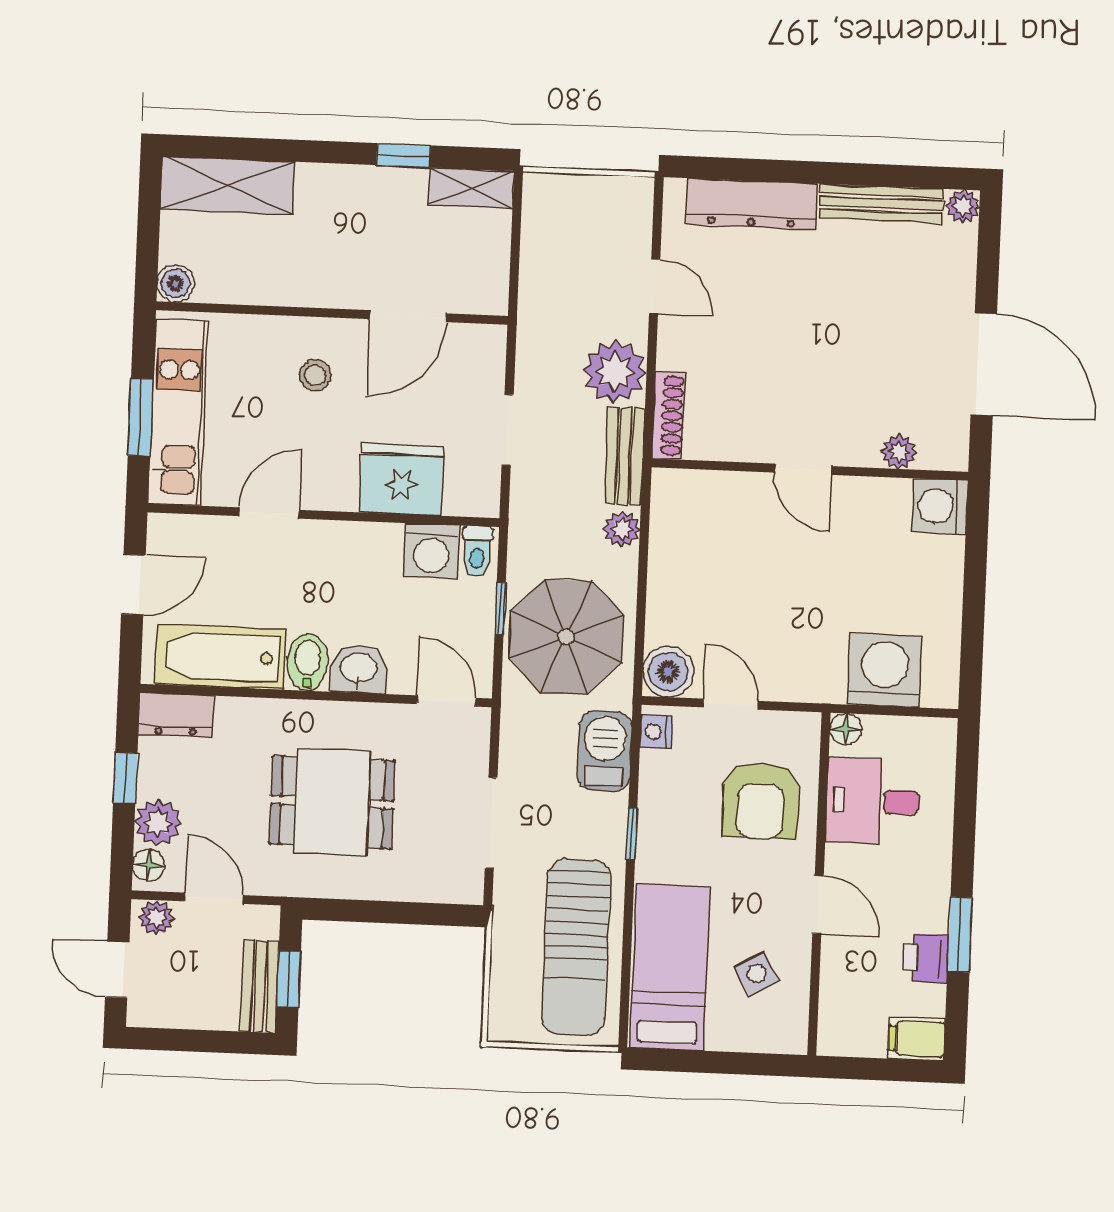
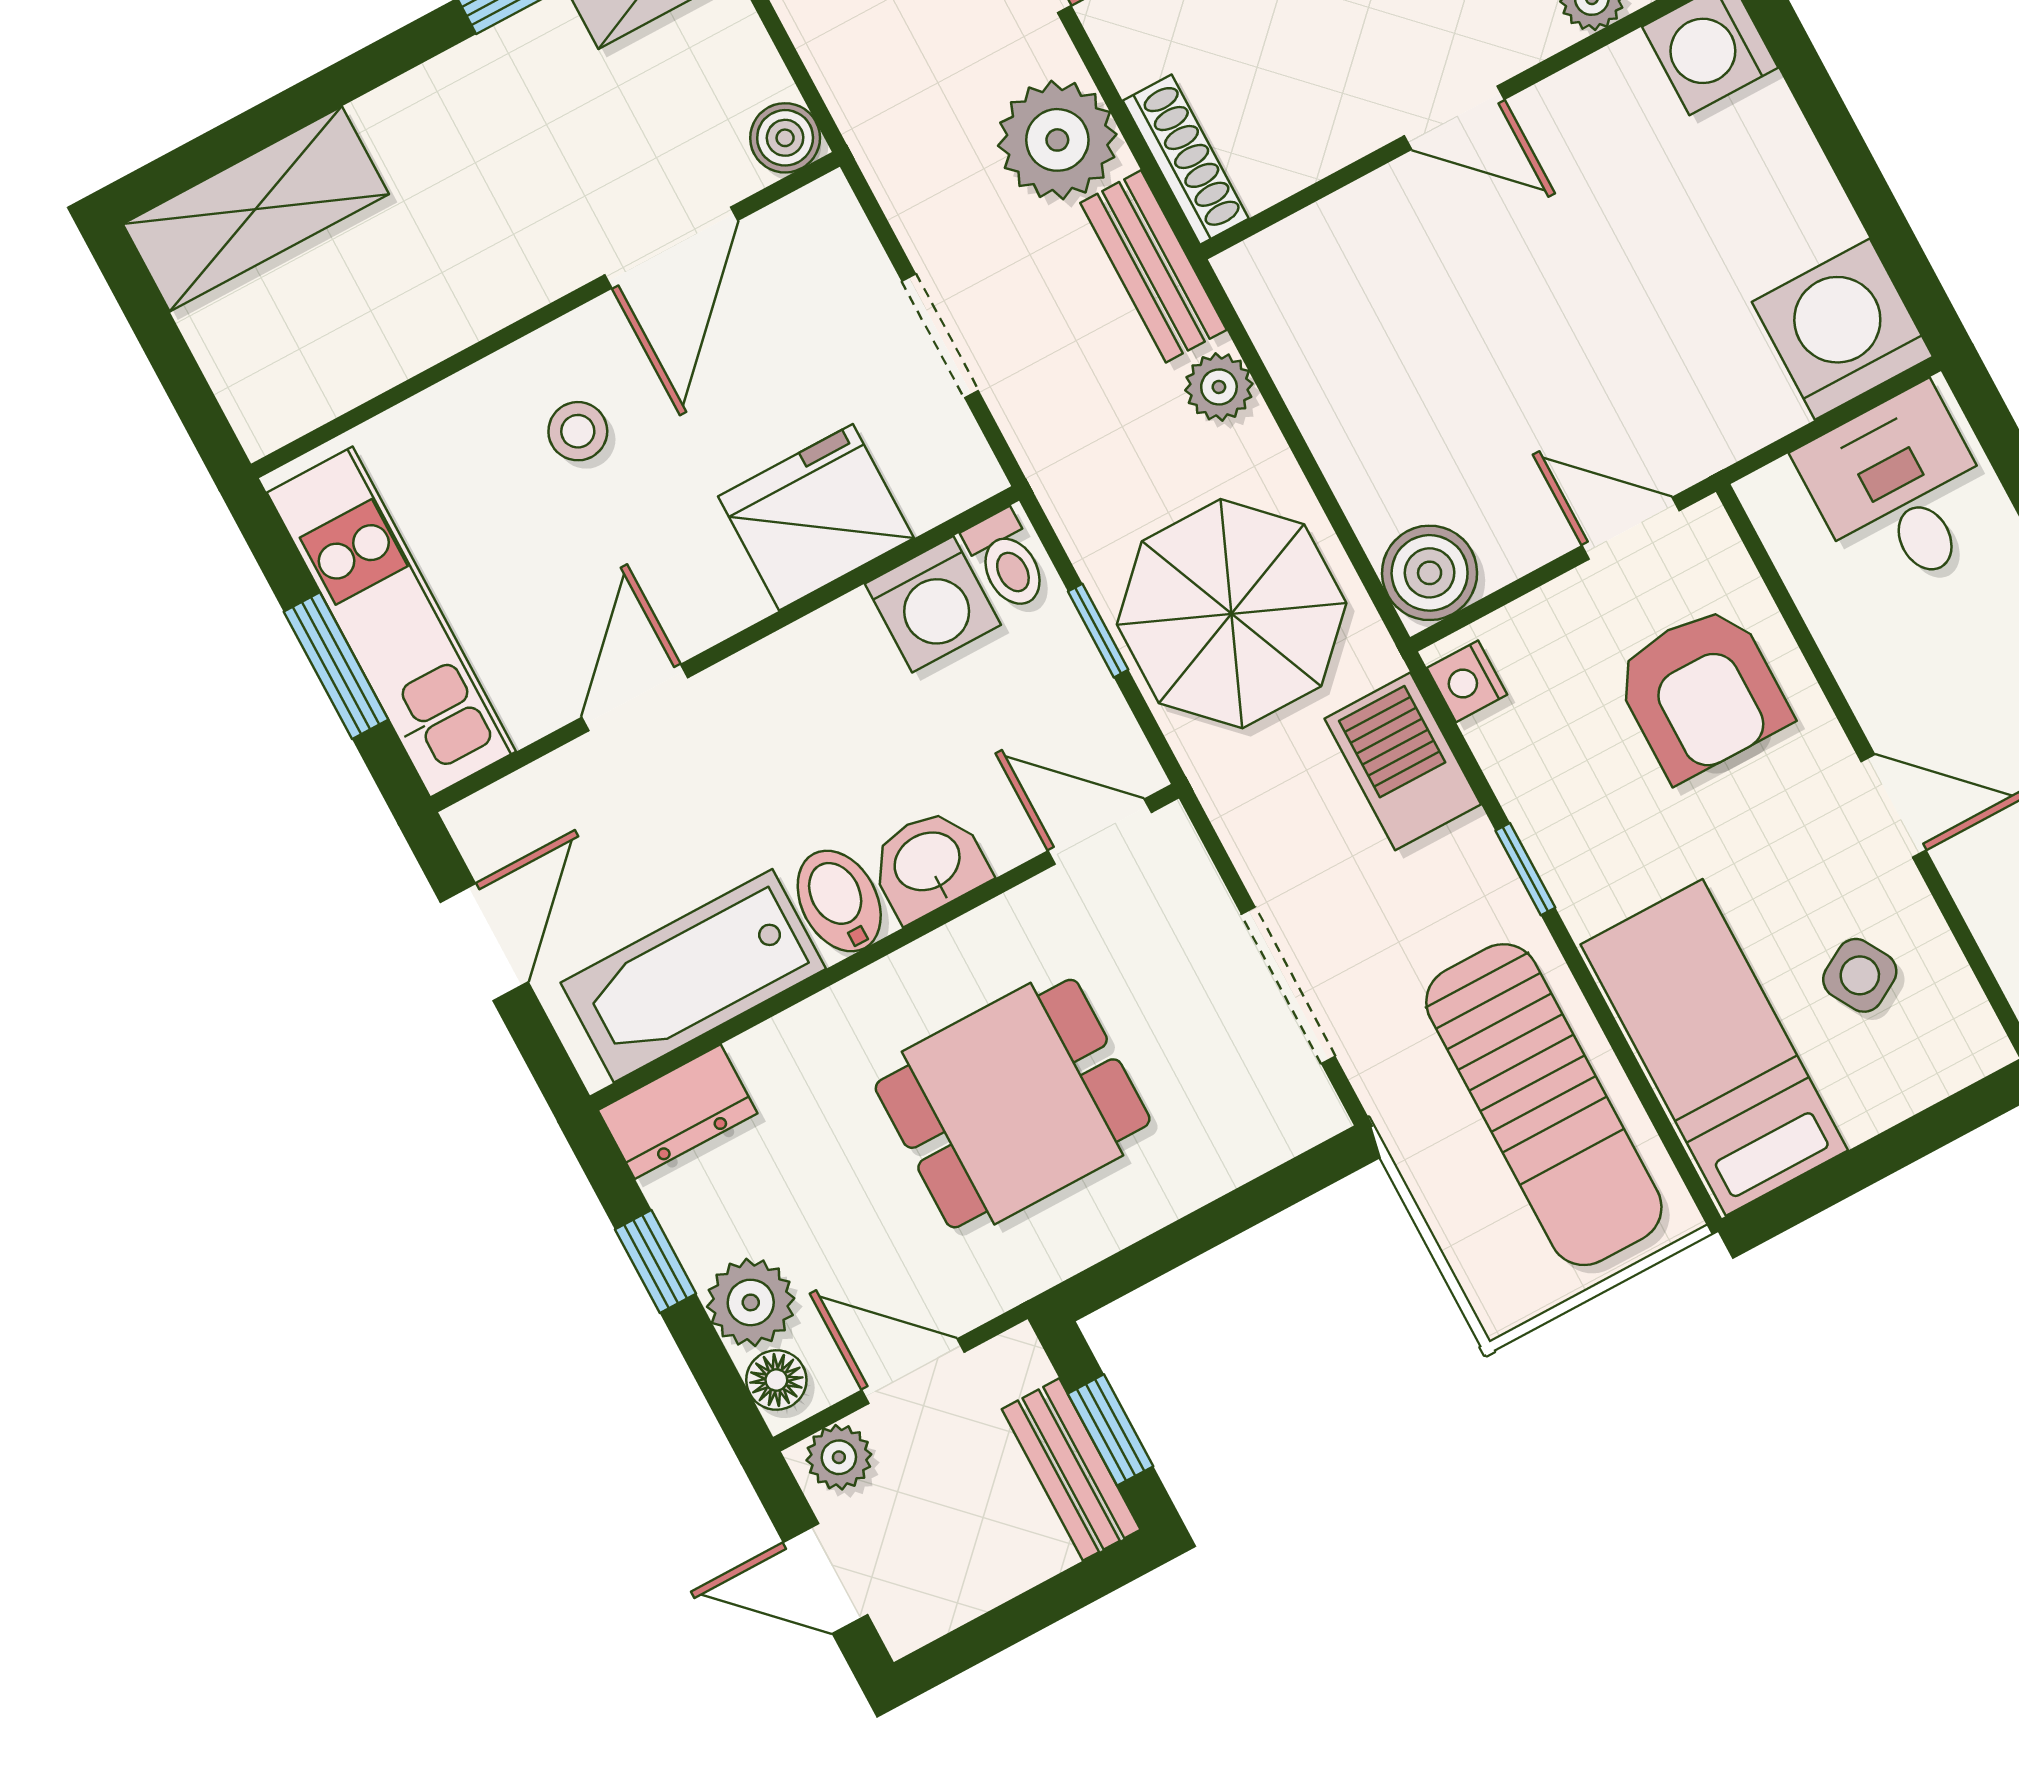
boiler: (176, 283) -> (785, 138), moved
washing machine: (885, 670) -> (1842, 329), moved
door: (730, 704) -> (1631, 528), moved
floor lamp: (846, 729) -> (1770, 496), removed
desk: (873, 801) -> (1900, 491), moved, turned 90

